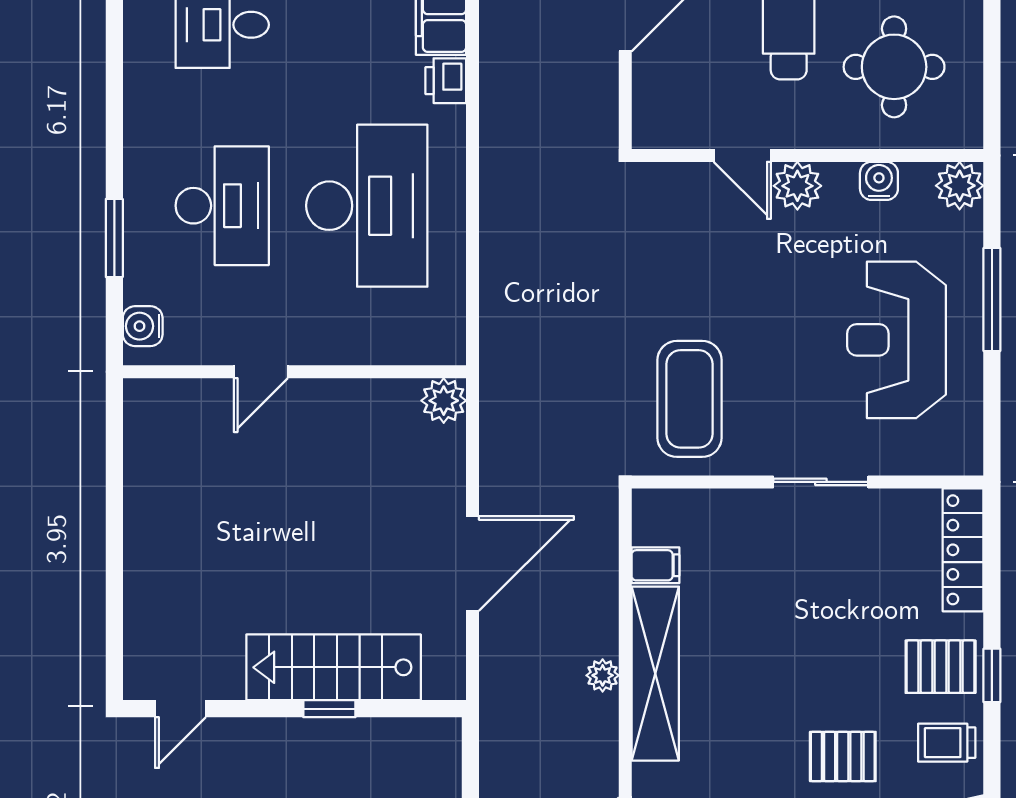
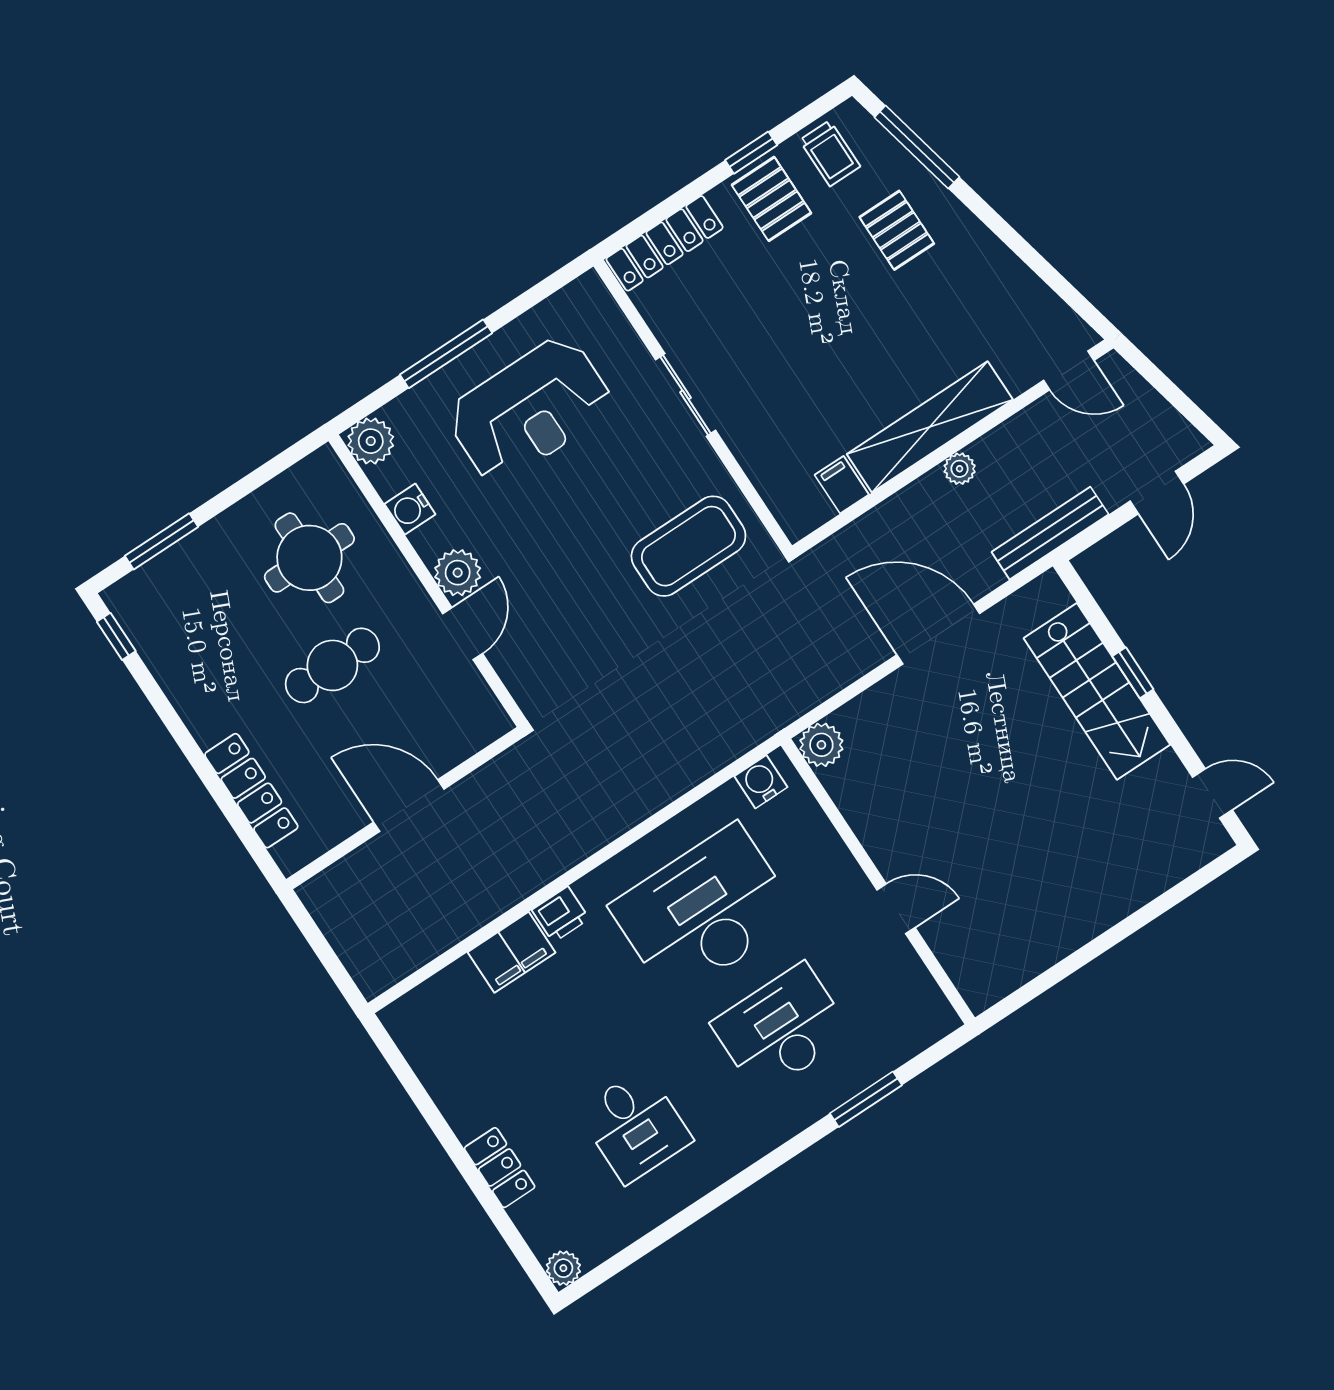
water cooler: (143, 326) -> (761, 782), moved, turned 180
bench: (496, 717) -> (1050, 533), added

